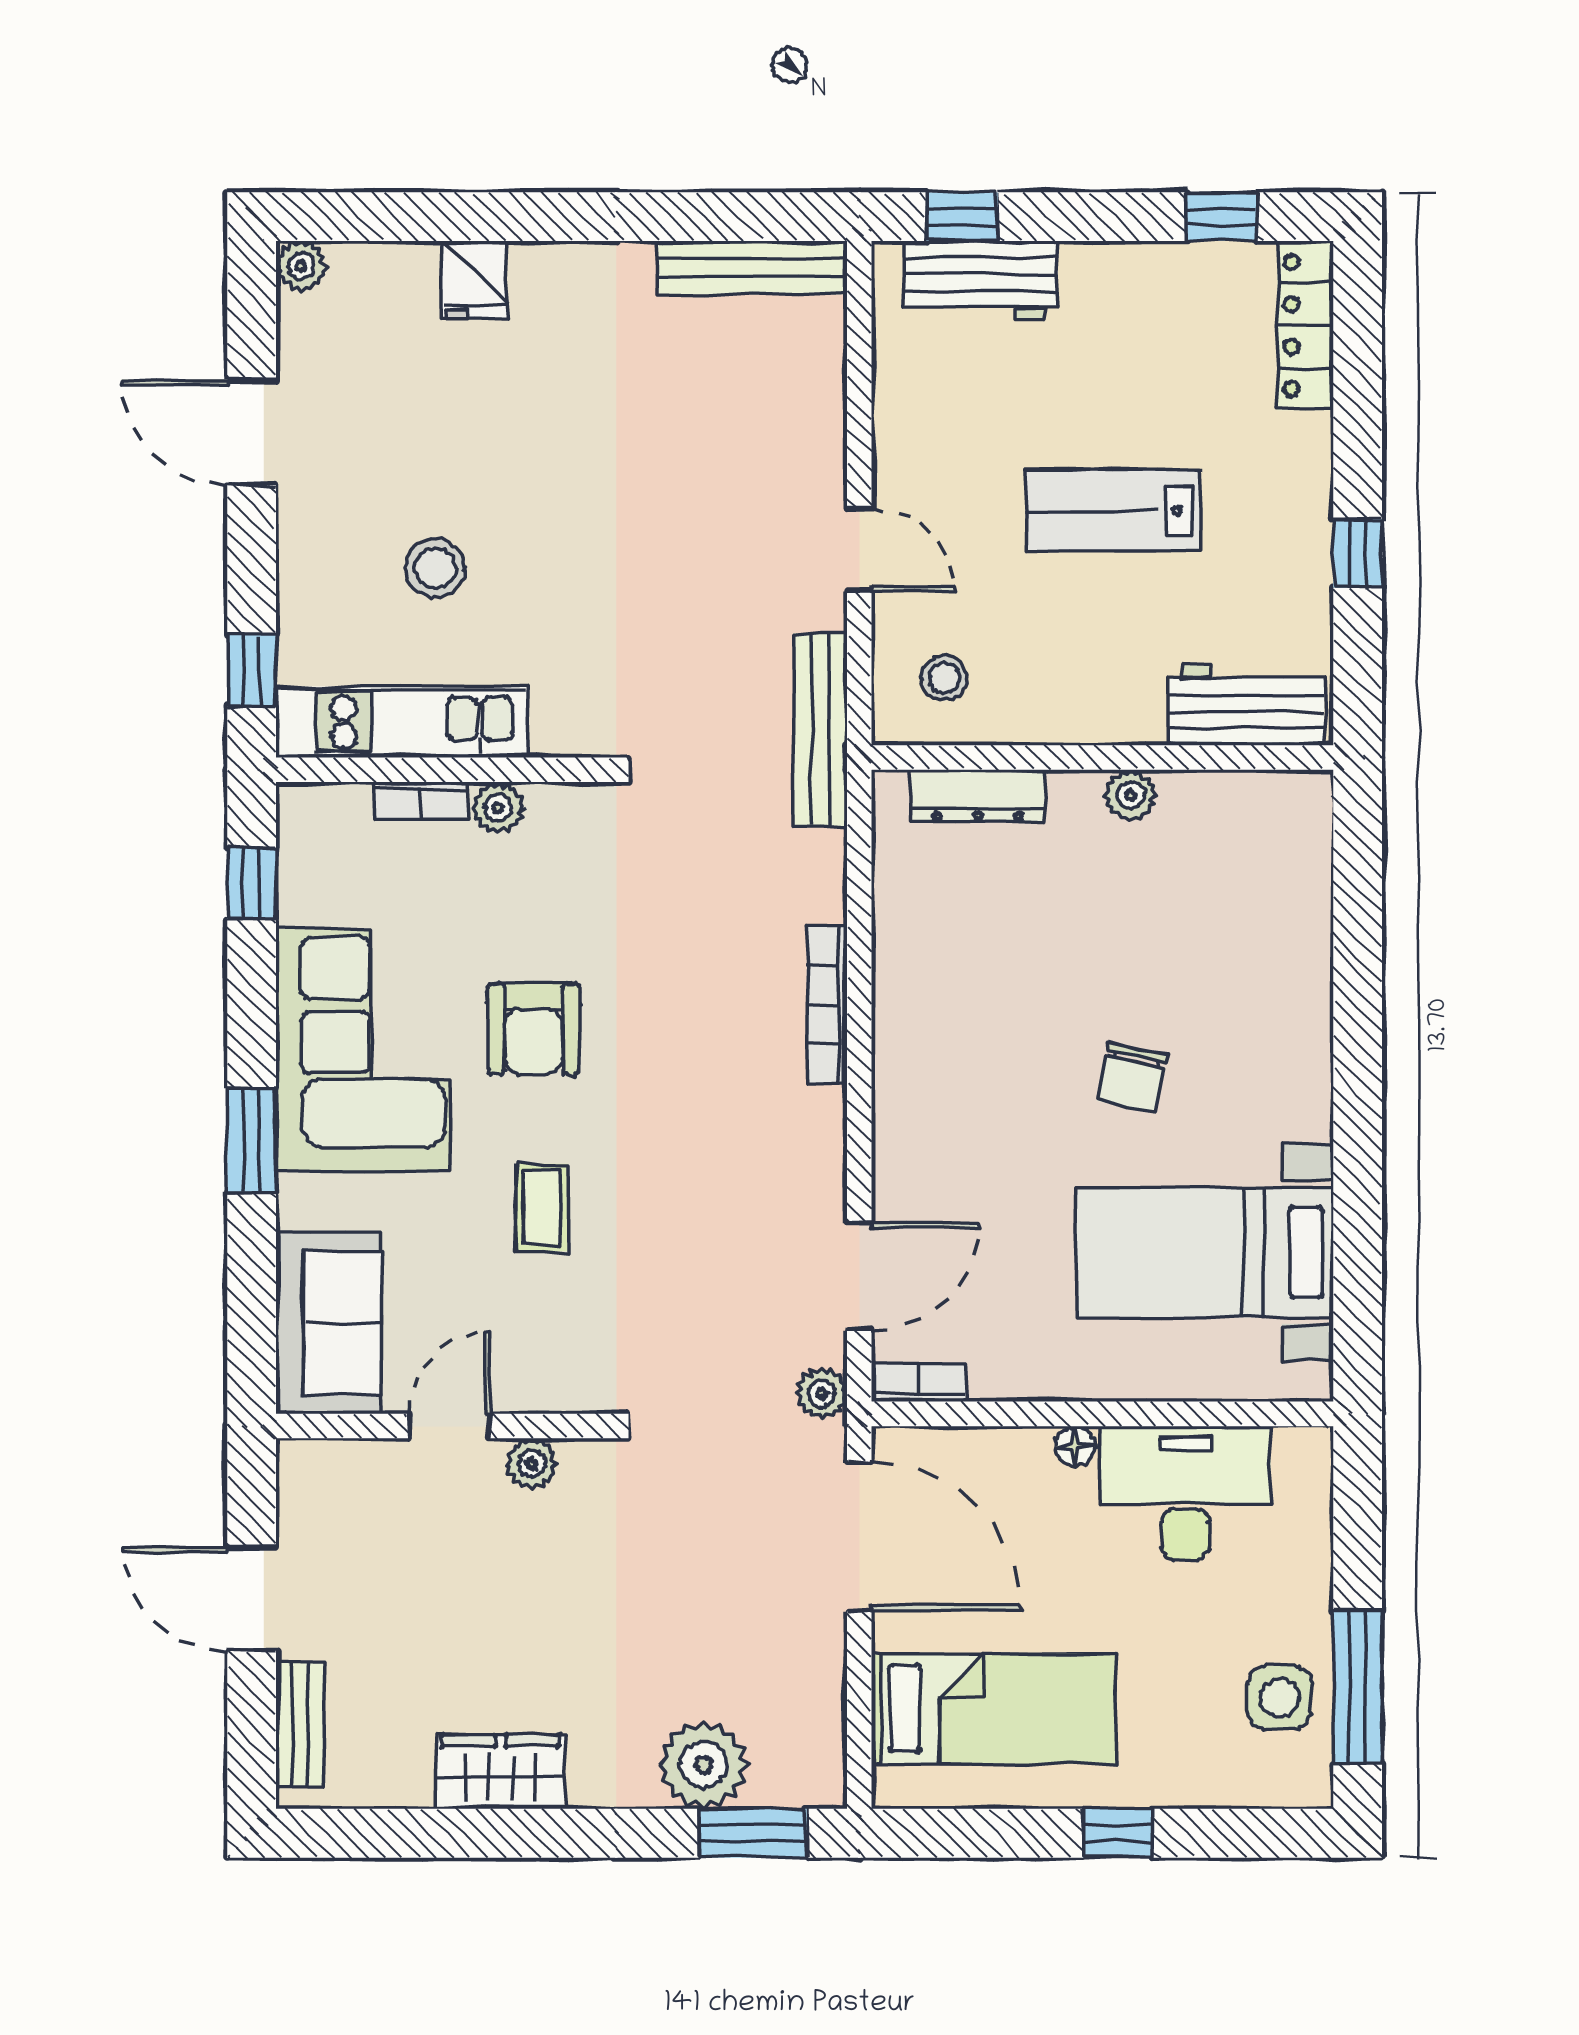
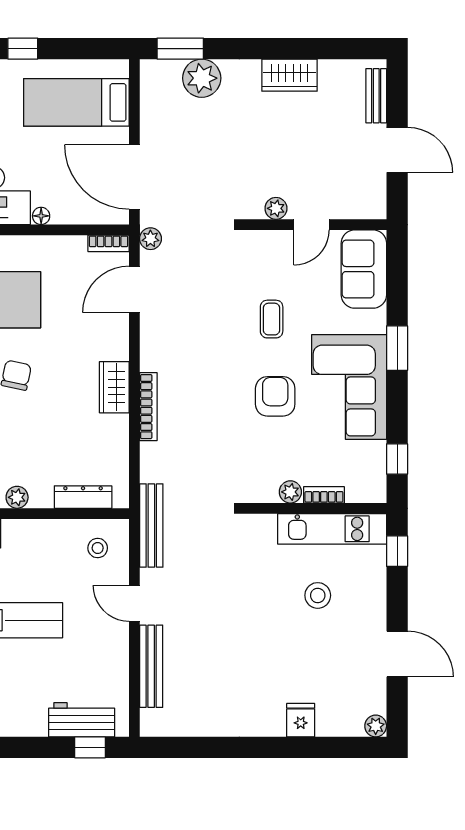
bench: (752, 268) -> (151, 666), moved, turned 90
wardrobe: (906, 1050) -> (114, 387), added

